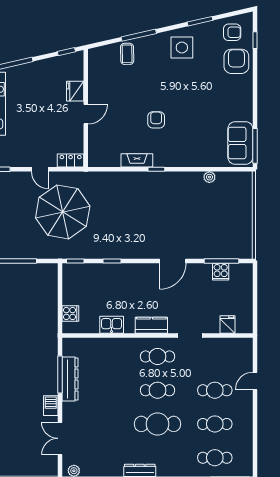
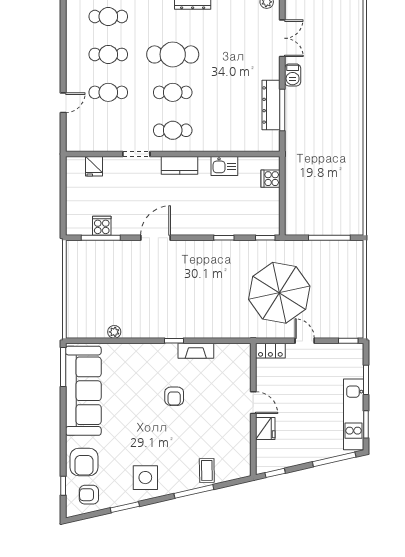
door: (86, 114) -> (253, 403), swing flipped
sofa: (240, 143) -> (83, 391), width x1.85, depth x1.27

